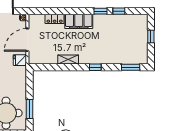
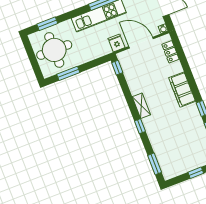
locker: (55, 19) -> (170, 52), moved
shelving: (68, 60) -> (141, 106), moved
window: (40, 67) -> (117, 68), added

